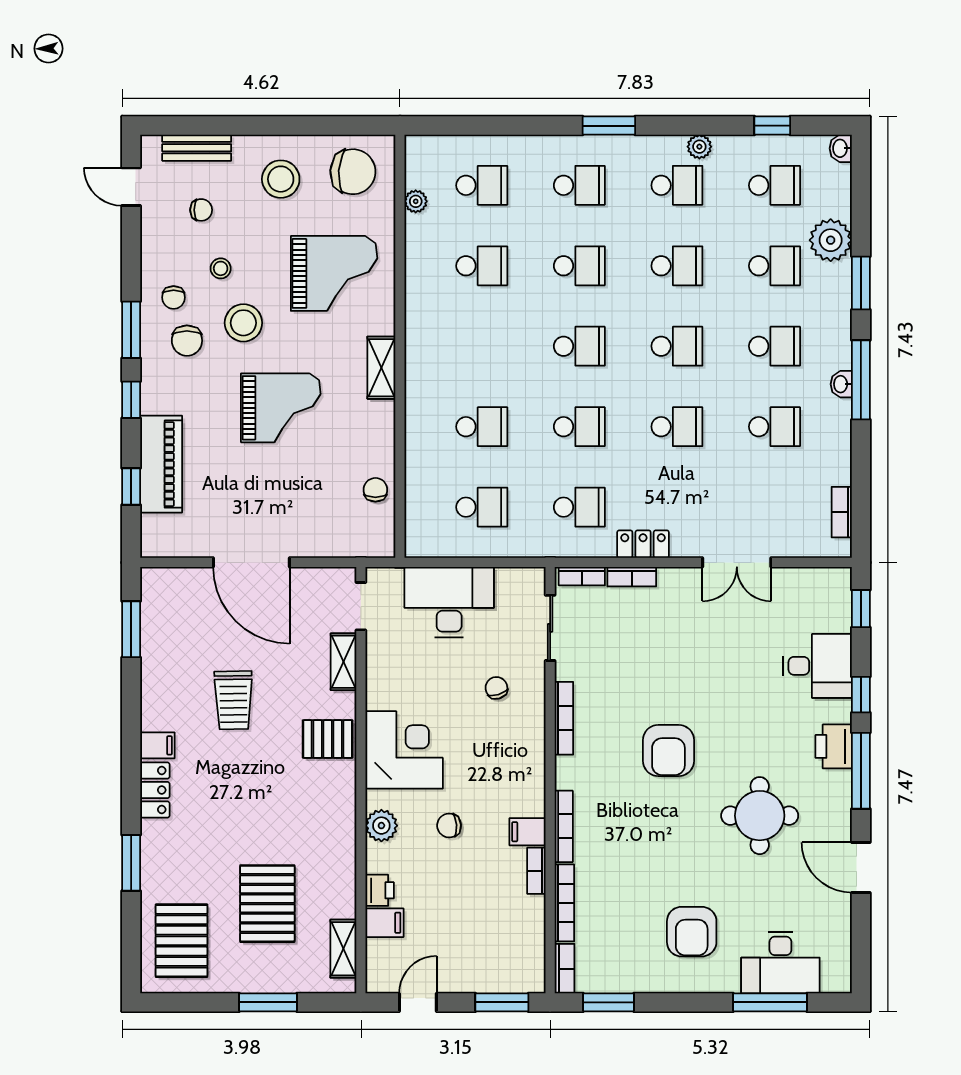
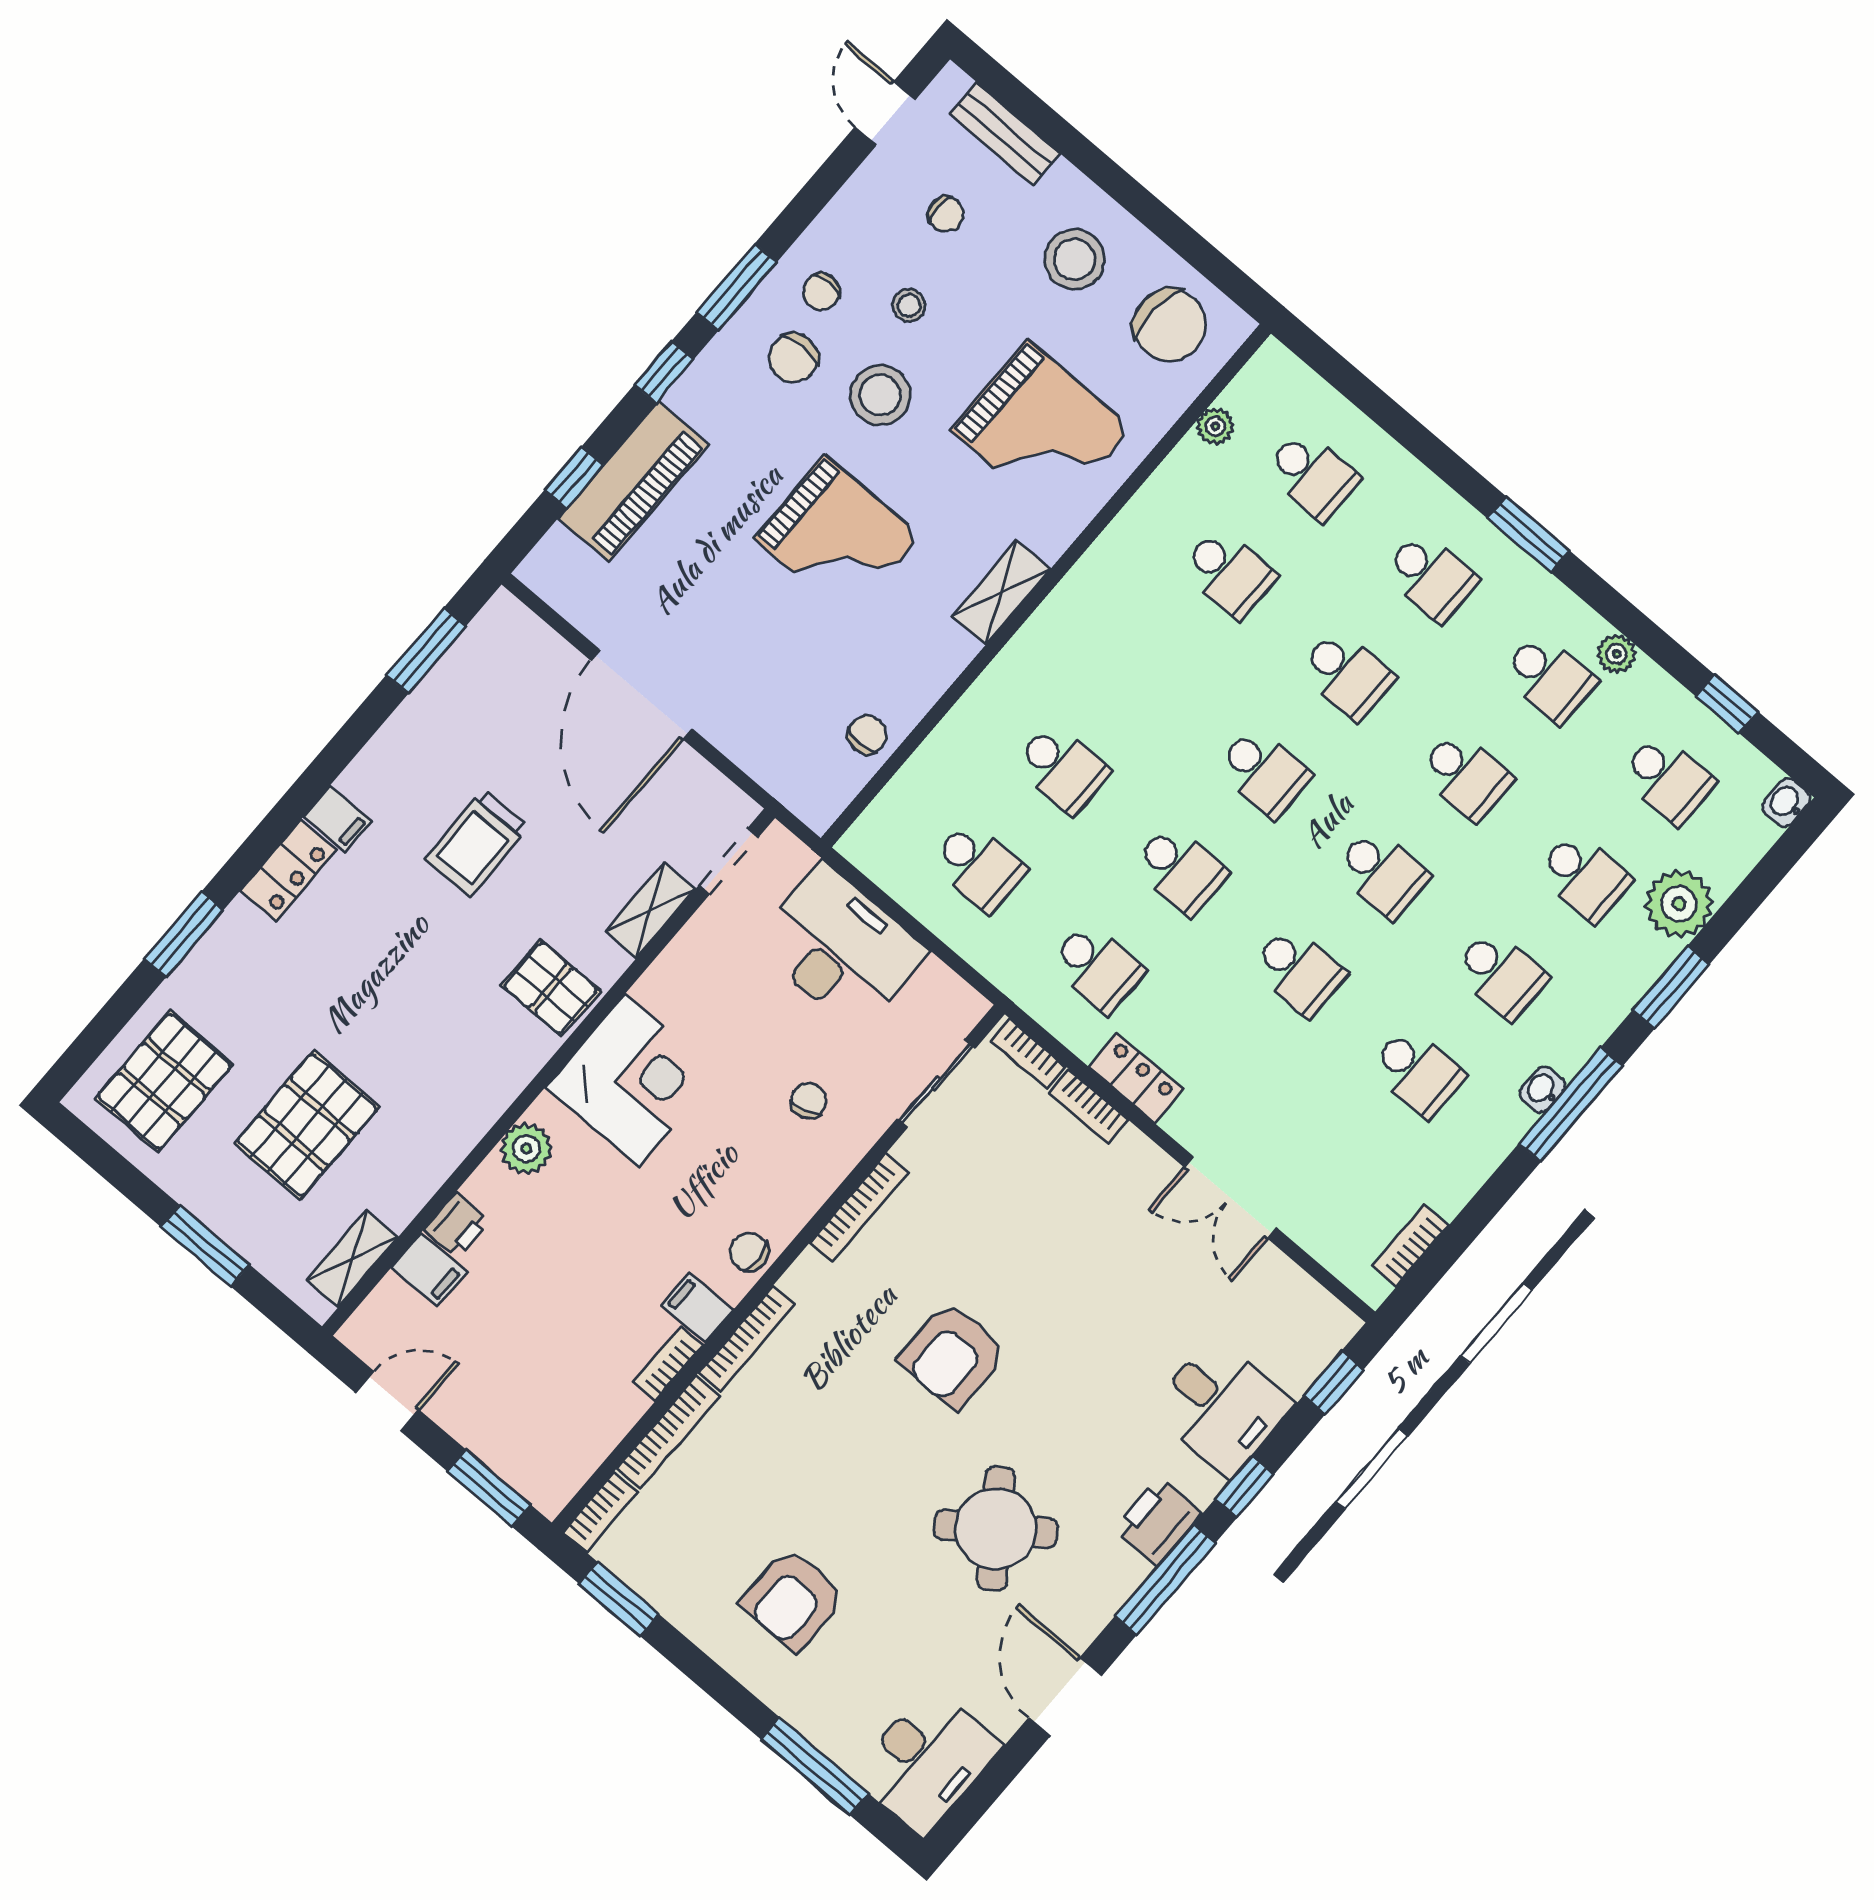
round table: (760, 816) -> (996, 1529), turned -36
chair: (449, 826) -> (749, 1252), moved
desk: (780, 963) -> (927, 1761), moved, turned -90

